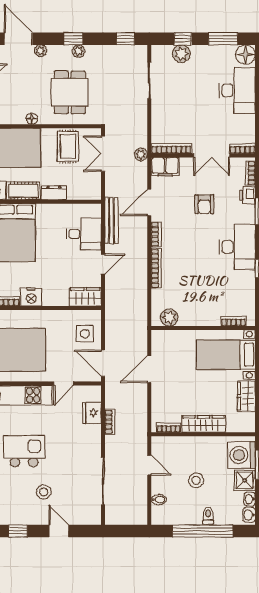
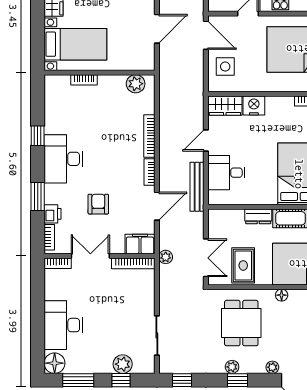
nightstand: (31, 297) -> (254, 106), moved
bookcase: (234, 321) -> (84, 80), moved

